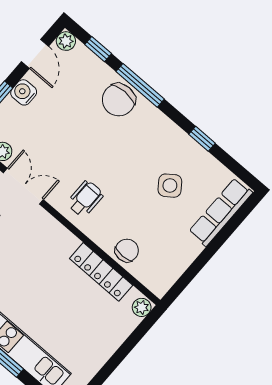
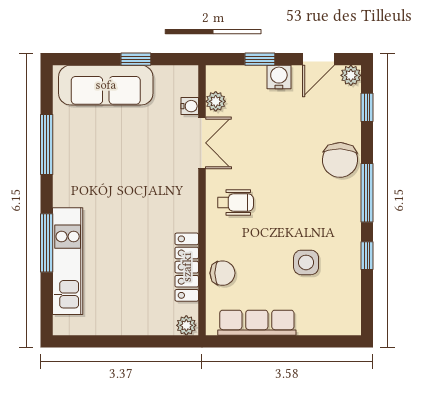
window: (140, 85) -> (367, 193), moved
chair: (119, 100) -> (340, 160), turned -88
side table: (170, 186) -> (306, 262), turned 36
row of seats: (221, 212) -> (257, 323), moved

